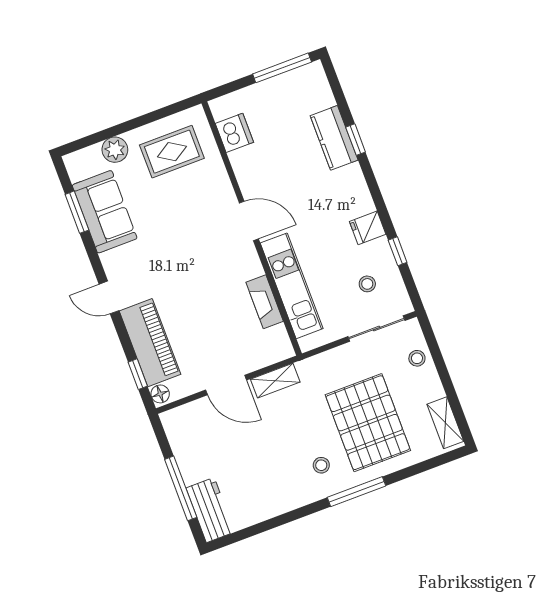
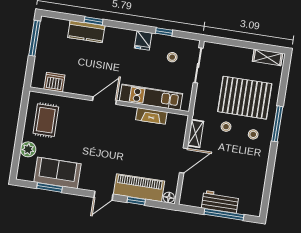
stool: (417, 358) -> (226, 127), moved
window: (138, 374) -> (136, 201), moved
workbench: (210, 510) -> (220, 202), moved

